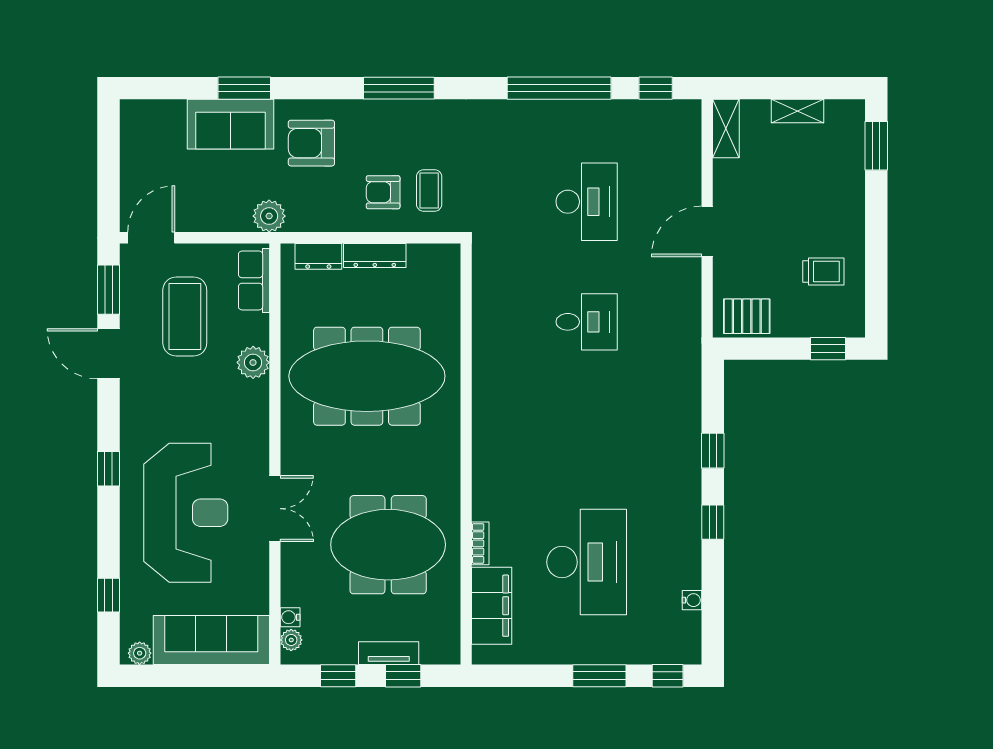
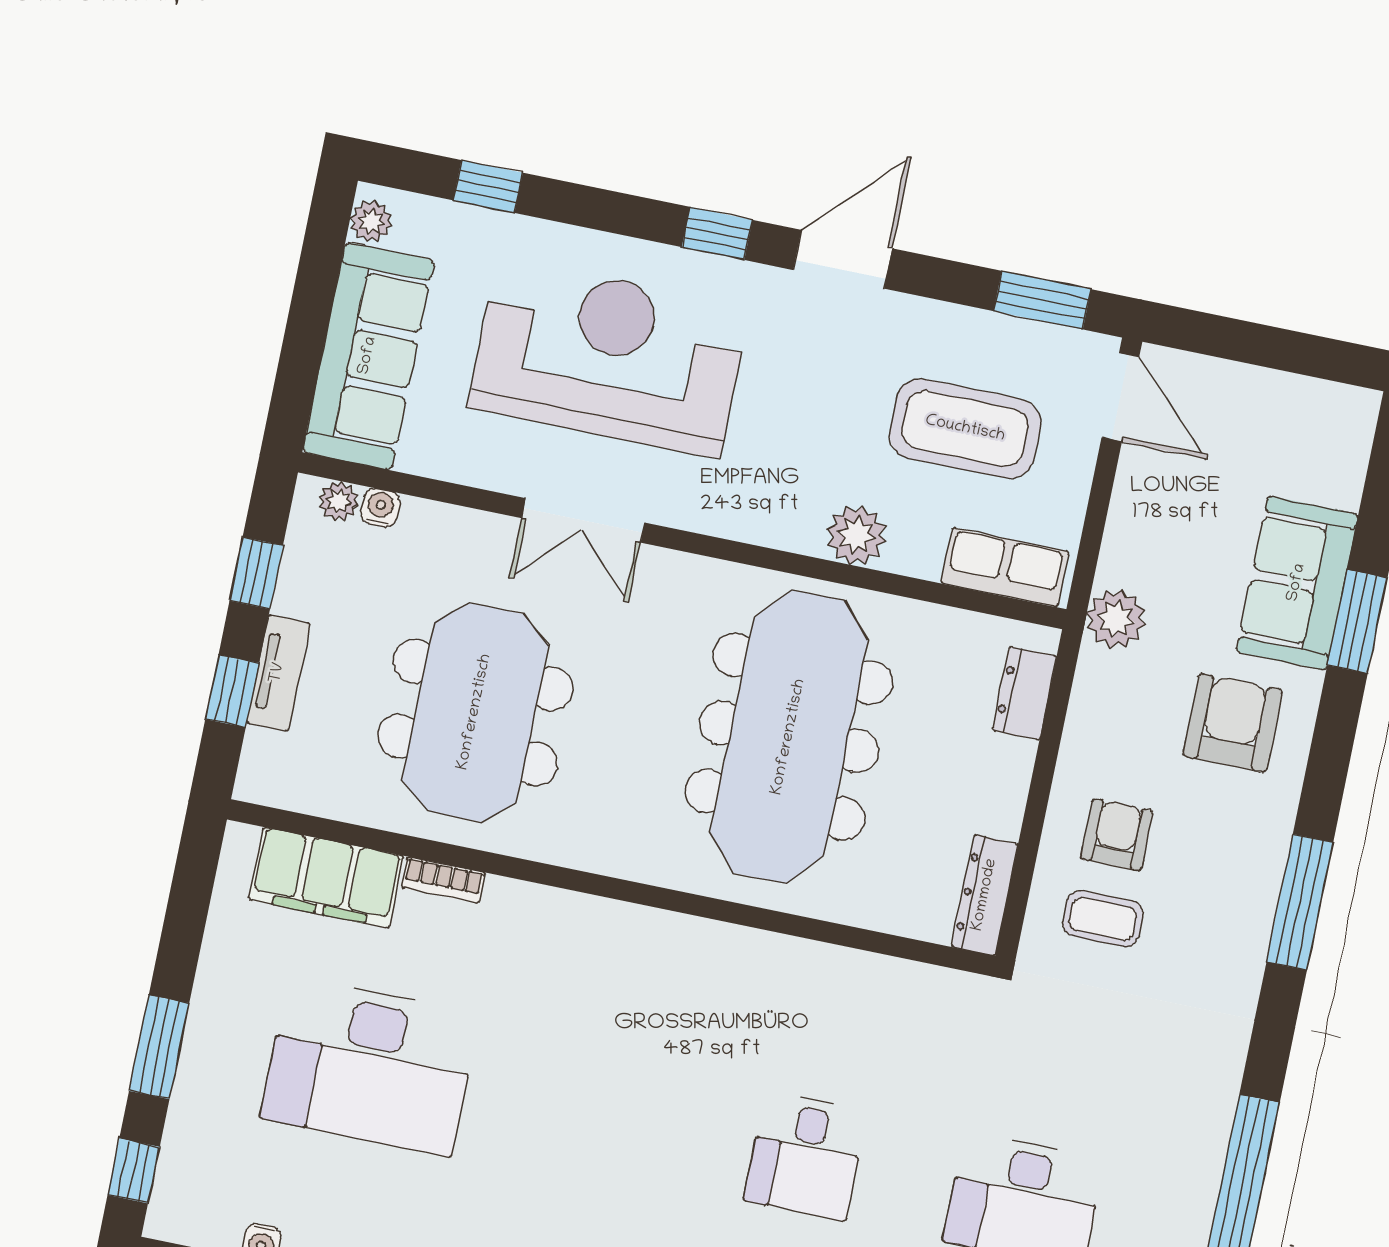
dresser: (375, 255) -> (985, 895), moved
door: (109, 354) -> (843, 259), moved
reception desk: (186, 513) -> (609, 357), turned 180

